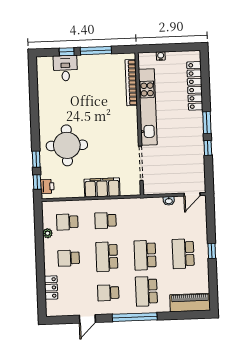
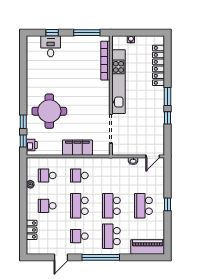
window: (96, 51) -> (87, 33), moved

